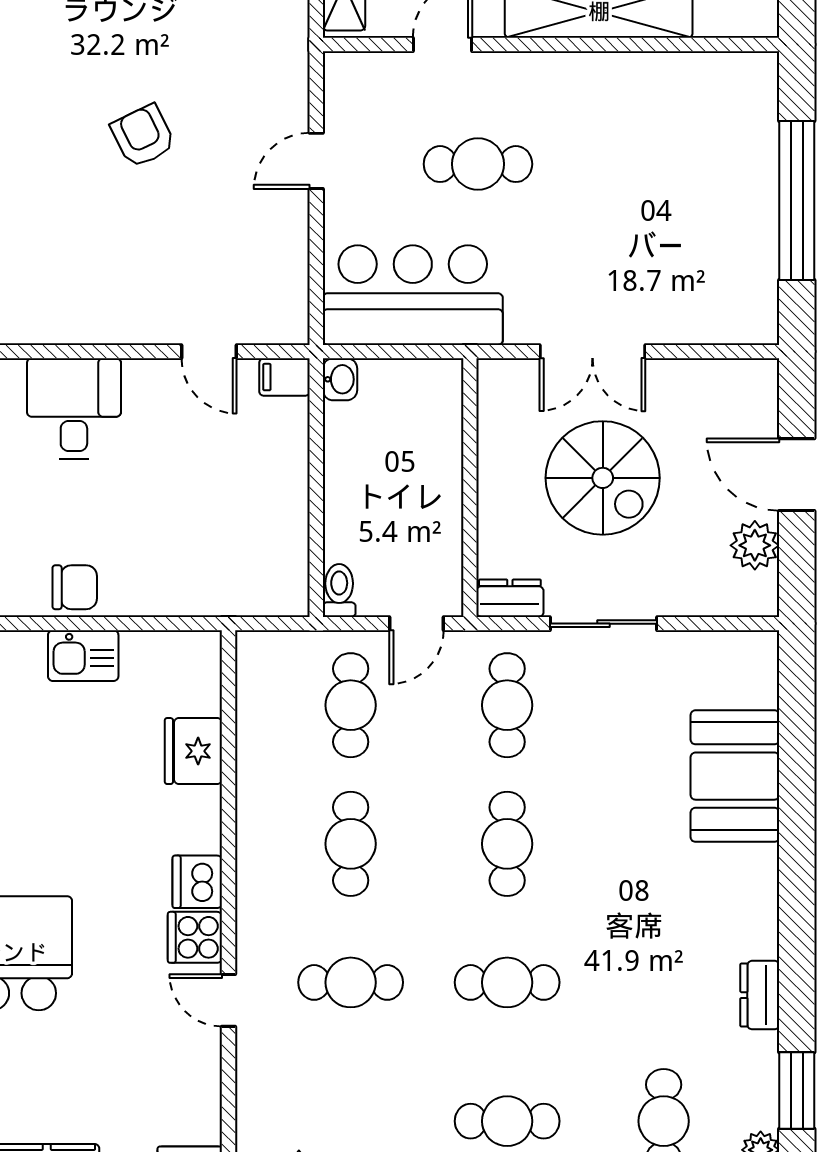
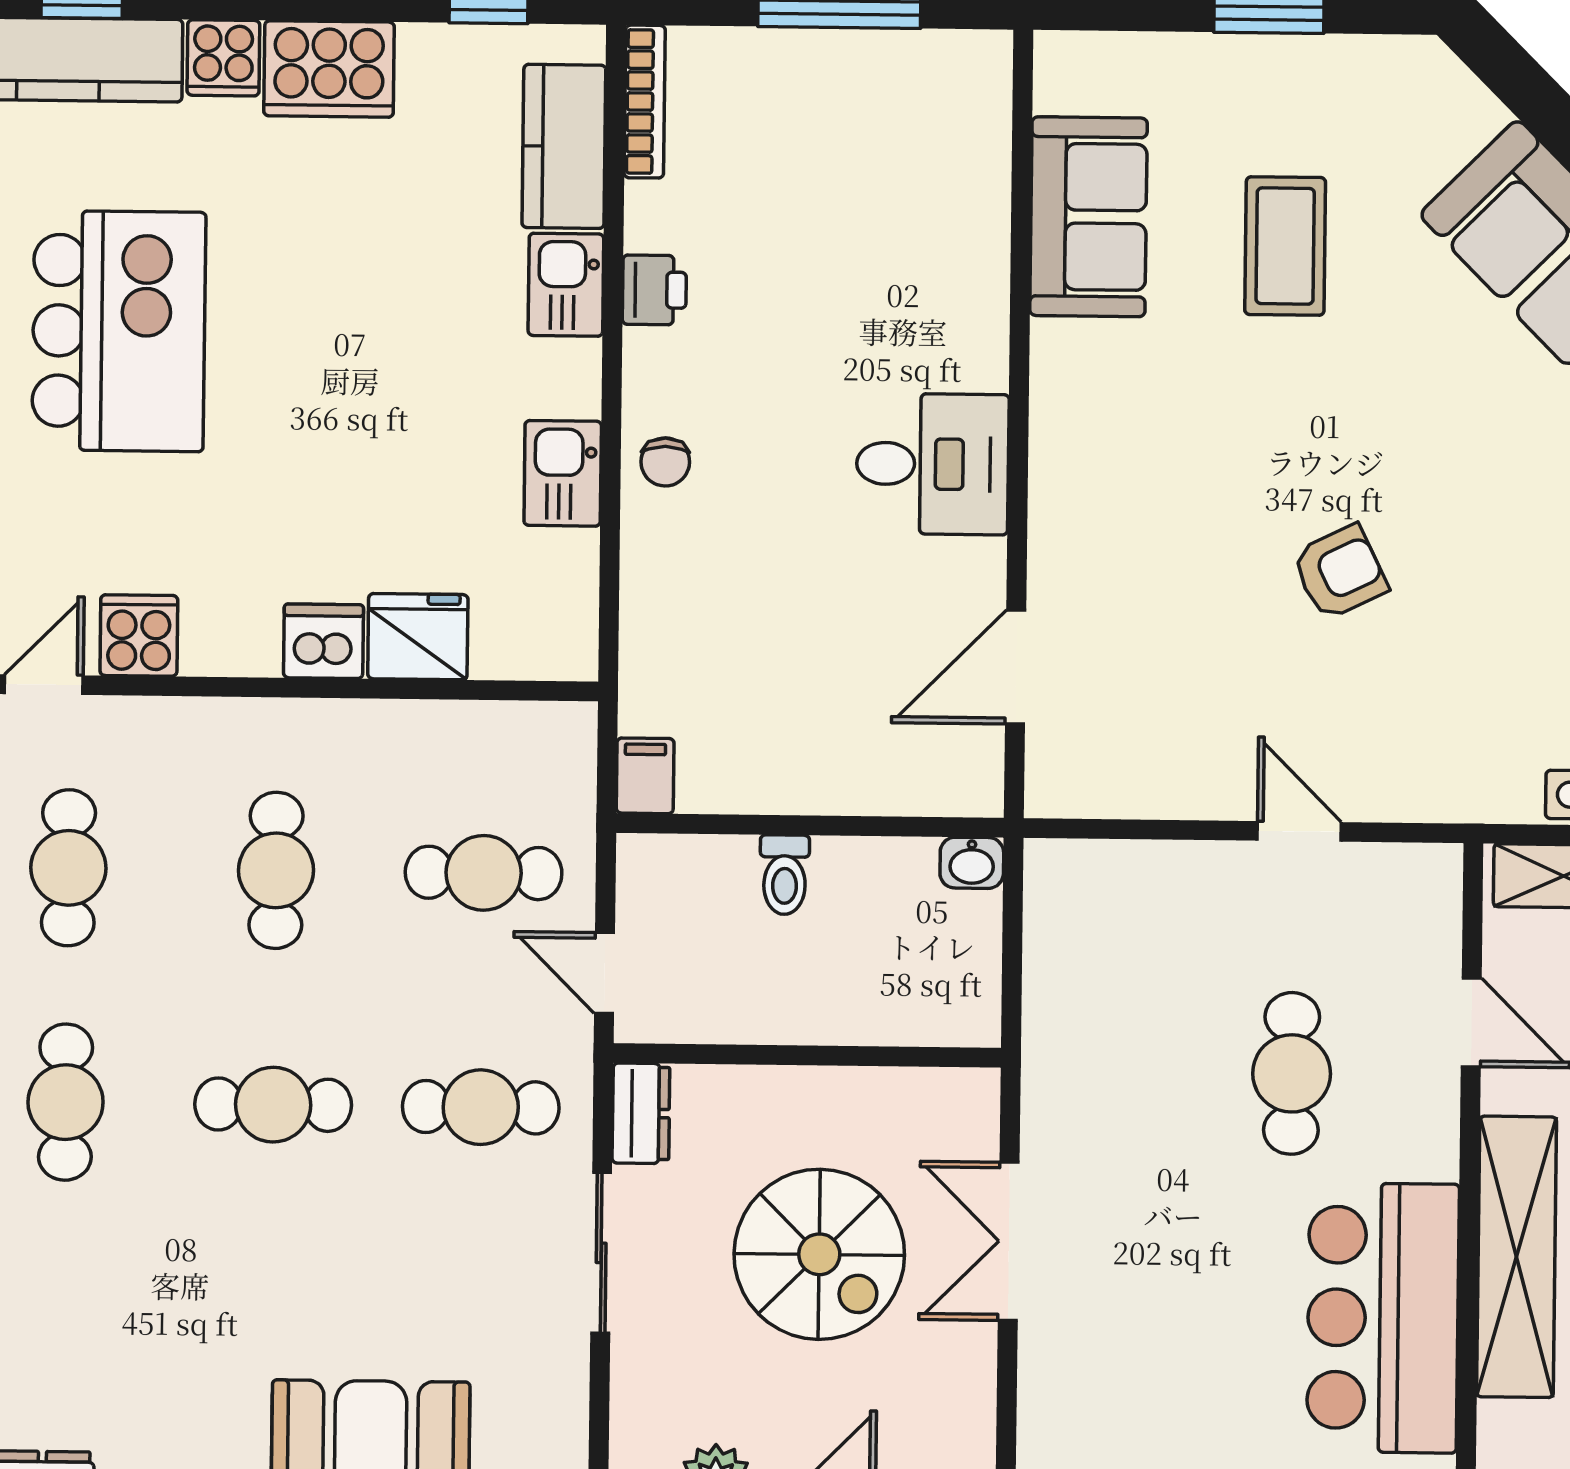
bar counter: (413, 295) -> (1383, 1318), moved, turned 180
door: (209, 352) -> (1016, 667), width x1.38
filing cabinet: (285, 377) -> (645, 776), moved
spiral stairs: (603, 478) -> (819, 1254), turned -90
chair: (75, 587) -> (665, 462), width x0.73, depth x0.73
toilet: (339, 590) -> (785, 875), moved, turned 90
cafe table: (351, 844) -> (276, 870), turned 90
dishwasher: (197, 882) -> (323, 641), moved

